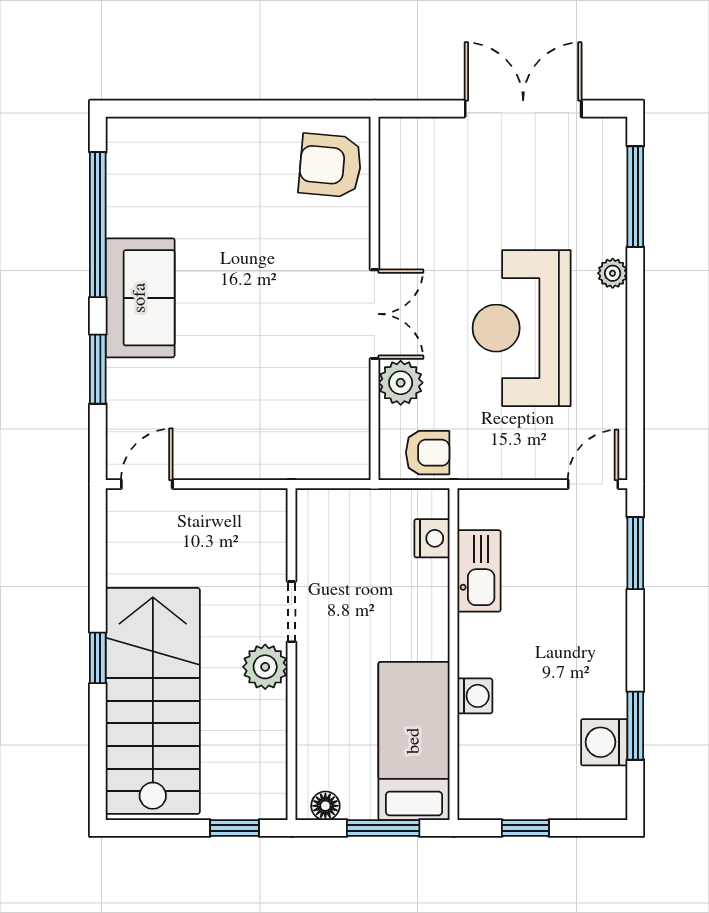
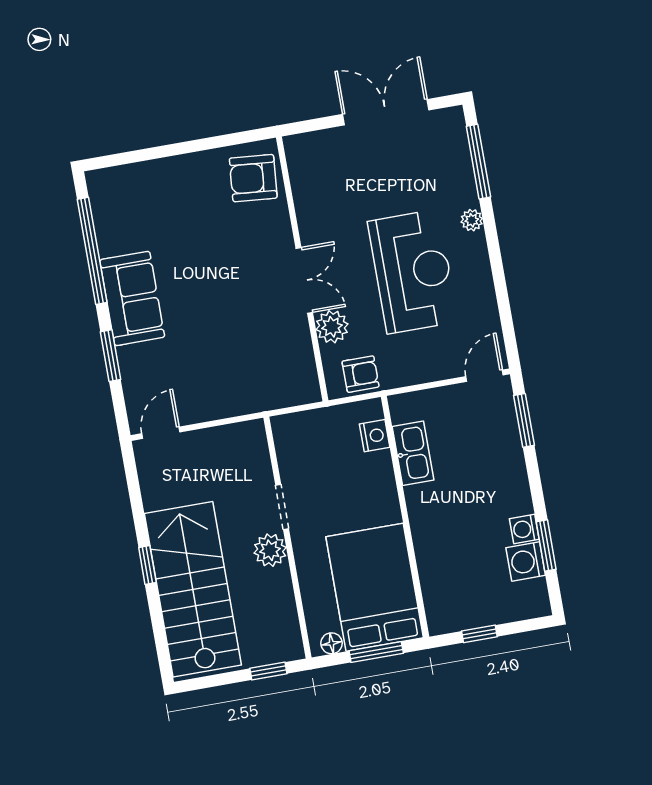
reception desk: (522, 328) -> (413, 272), turned 180
washing machine: (475, 696) -> (524, 529), moved, turned 180
bed: (414, 741) -> (375, 587), width x1.50

